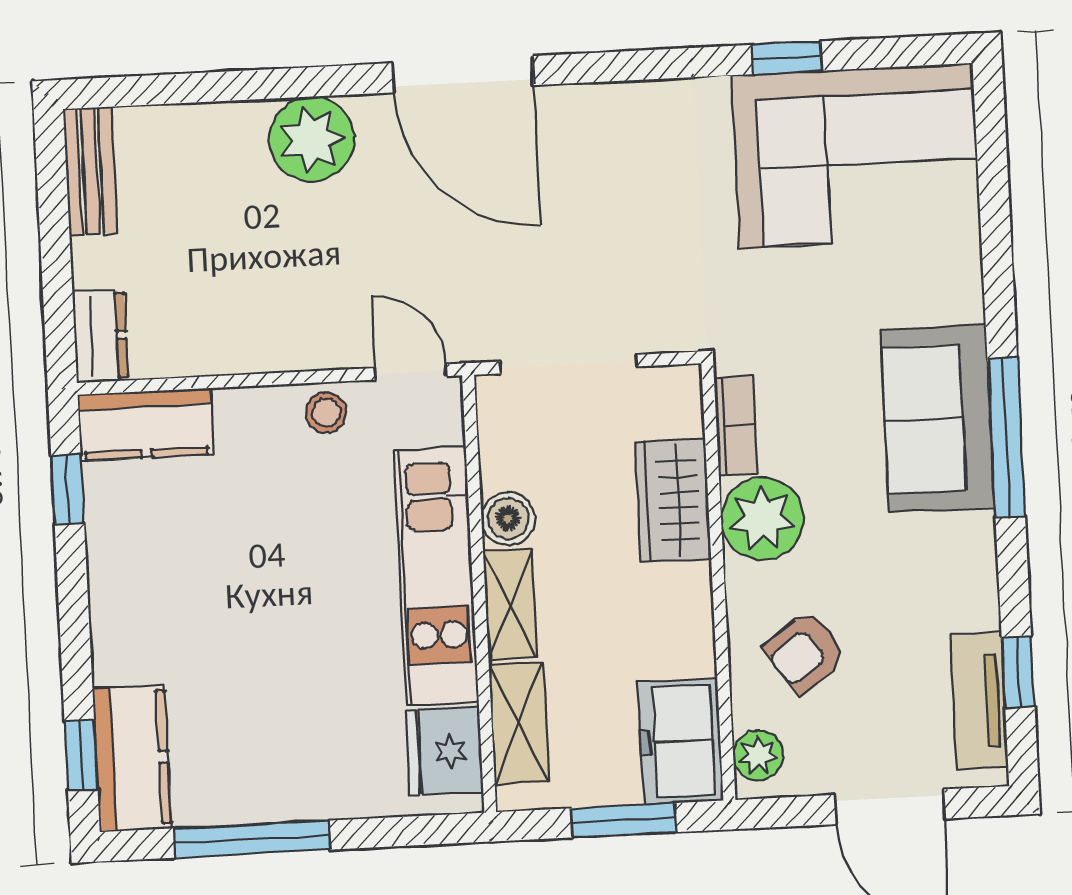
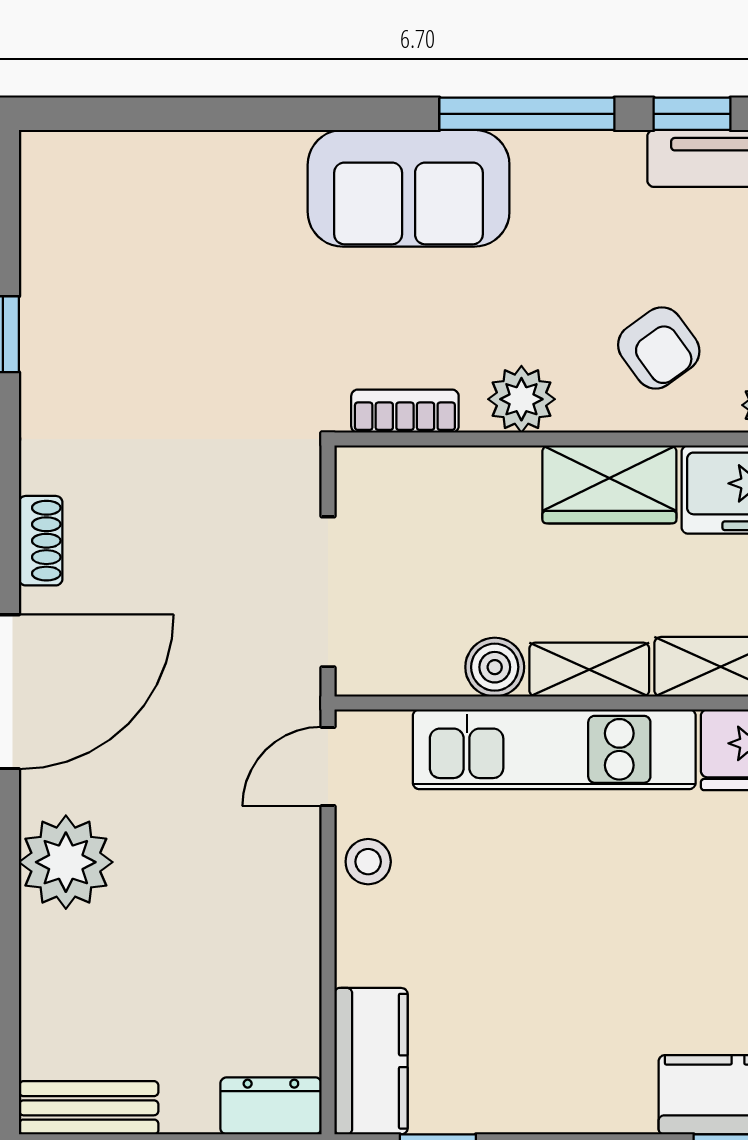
shoe rack: (602, 101) -> (41, 541), added
corner sofa: (856, 155) -> (114, 264), removed
window: (1006, 438) -> (527, 114), moved
wardrobe: (673, 500) -> (609, 484), moved
plant: (762, 519) -> (521, 399), width x0.73, depth x0.73

